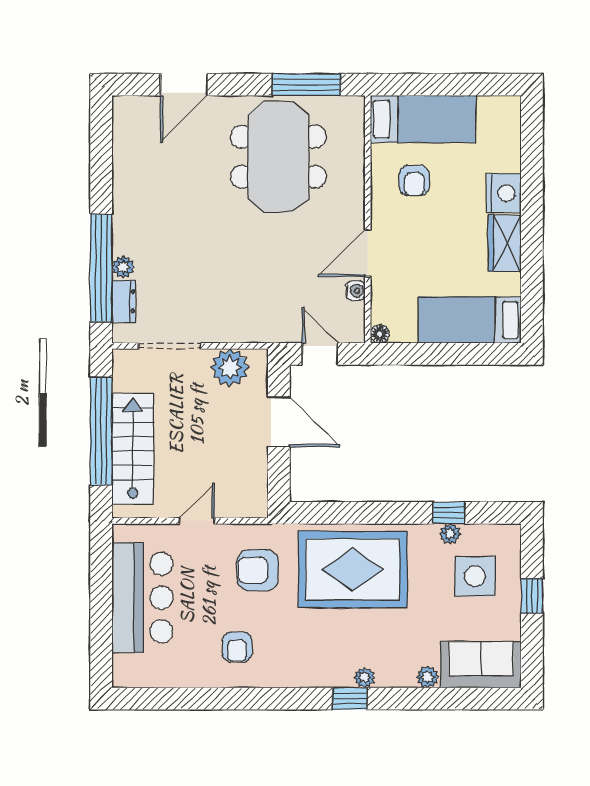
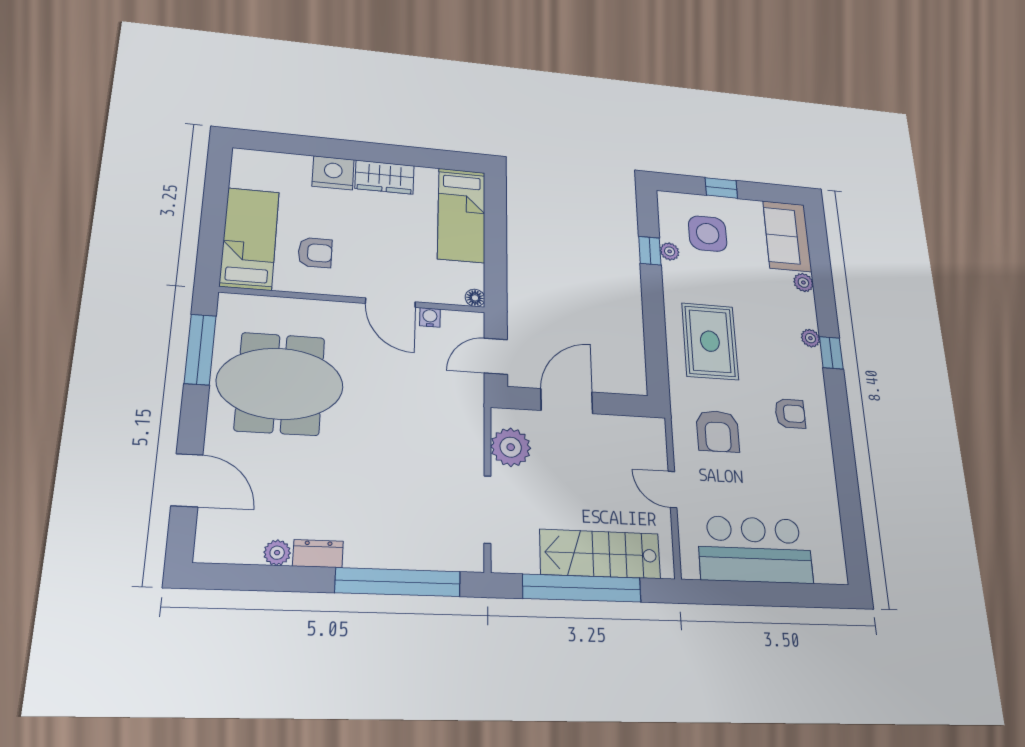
plant: (123, 267) -> (277, 553), moved
dresser: (124, 301) -> (318, 554), moved
rug: (353, 570) -> (710, 341), width x0.73, depth x0.69
armchair: (237, 647) -> (790, 413), moved

